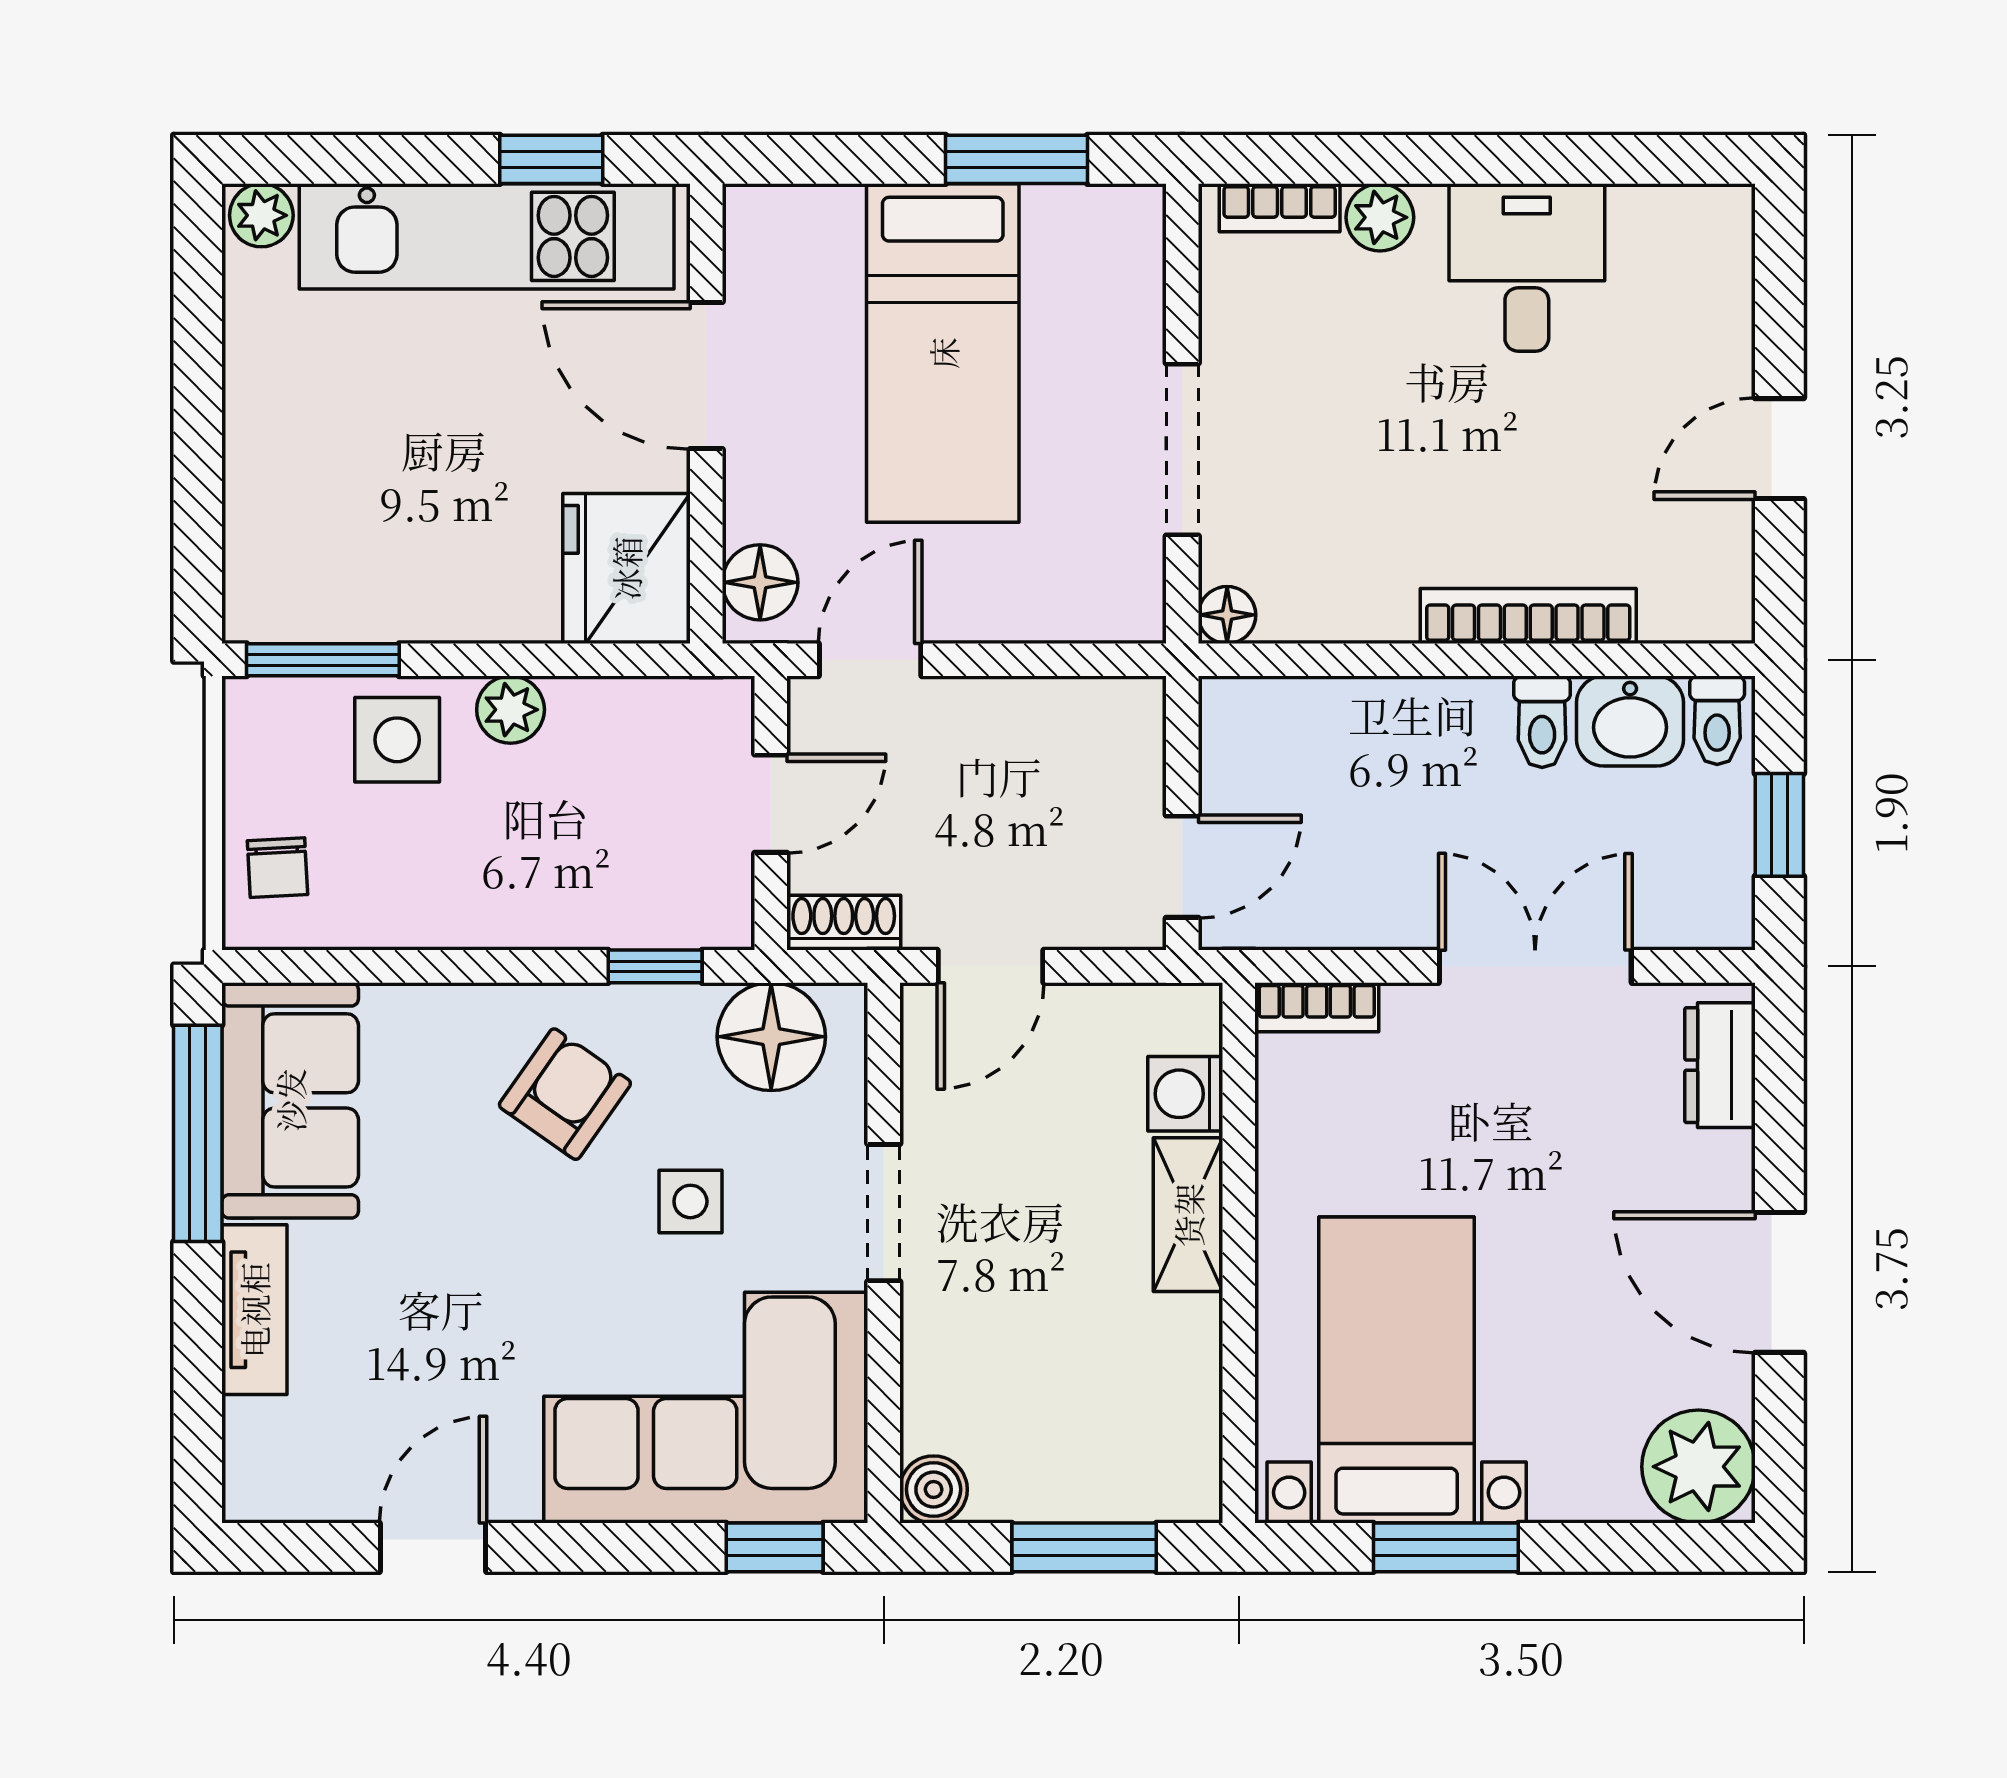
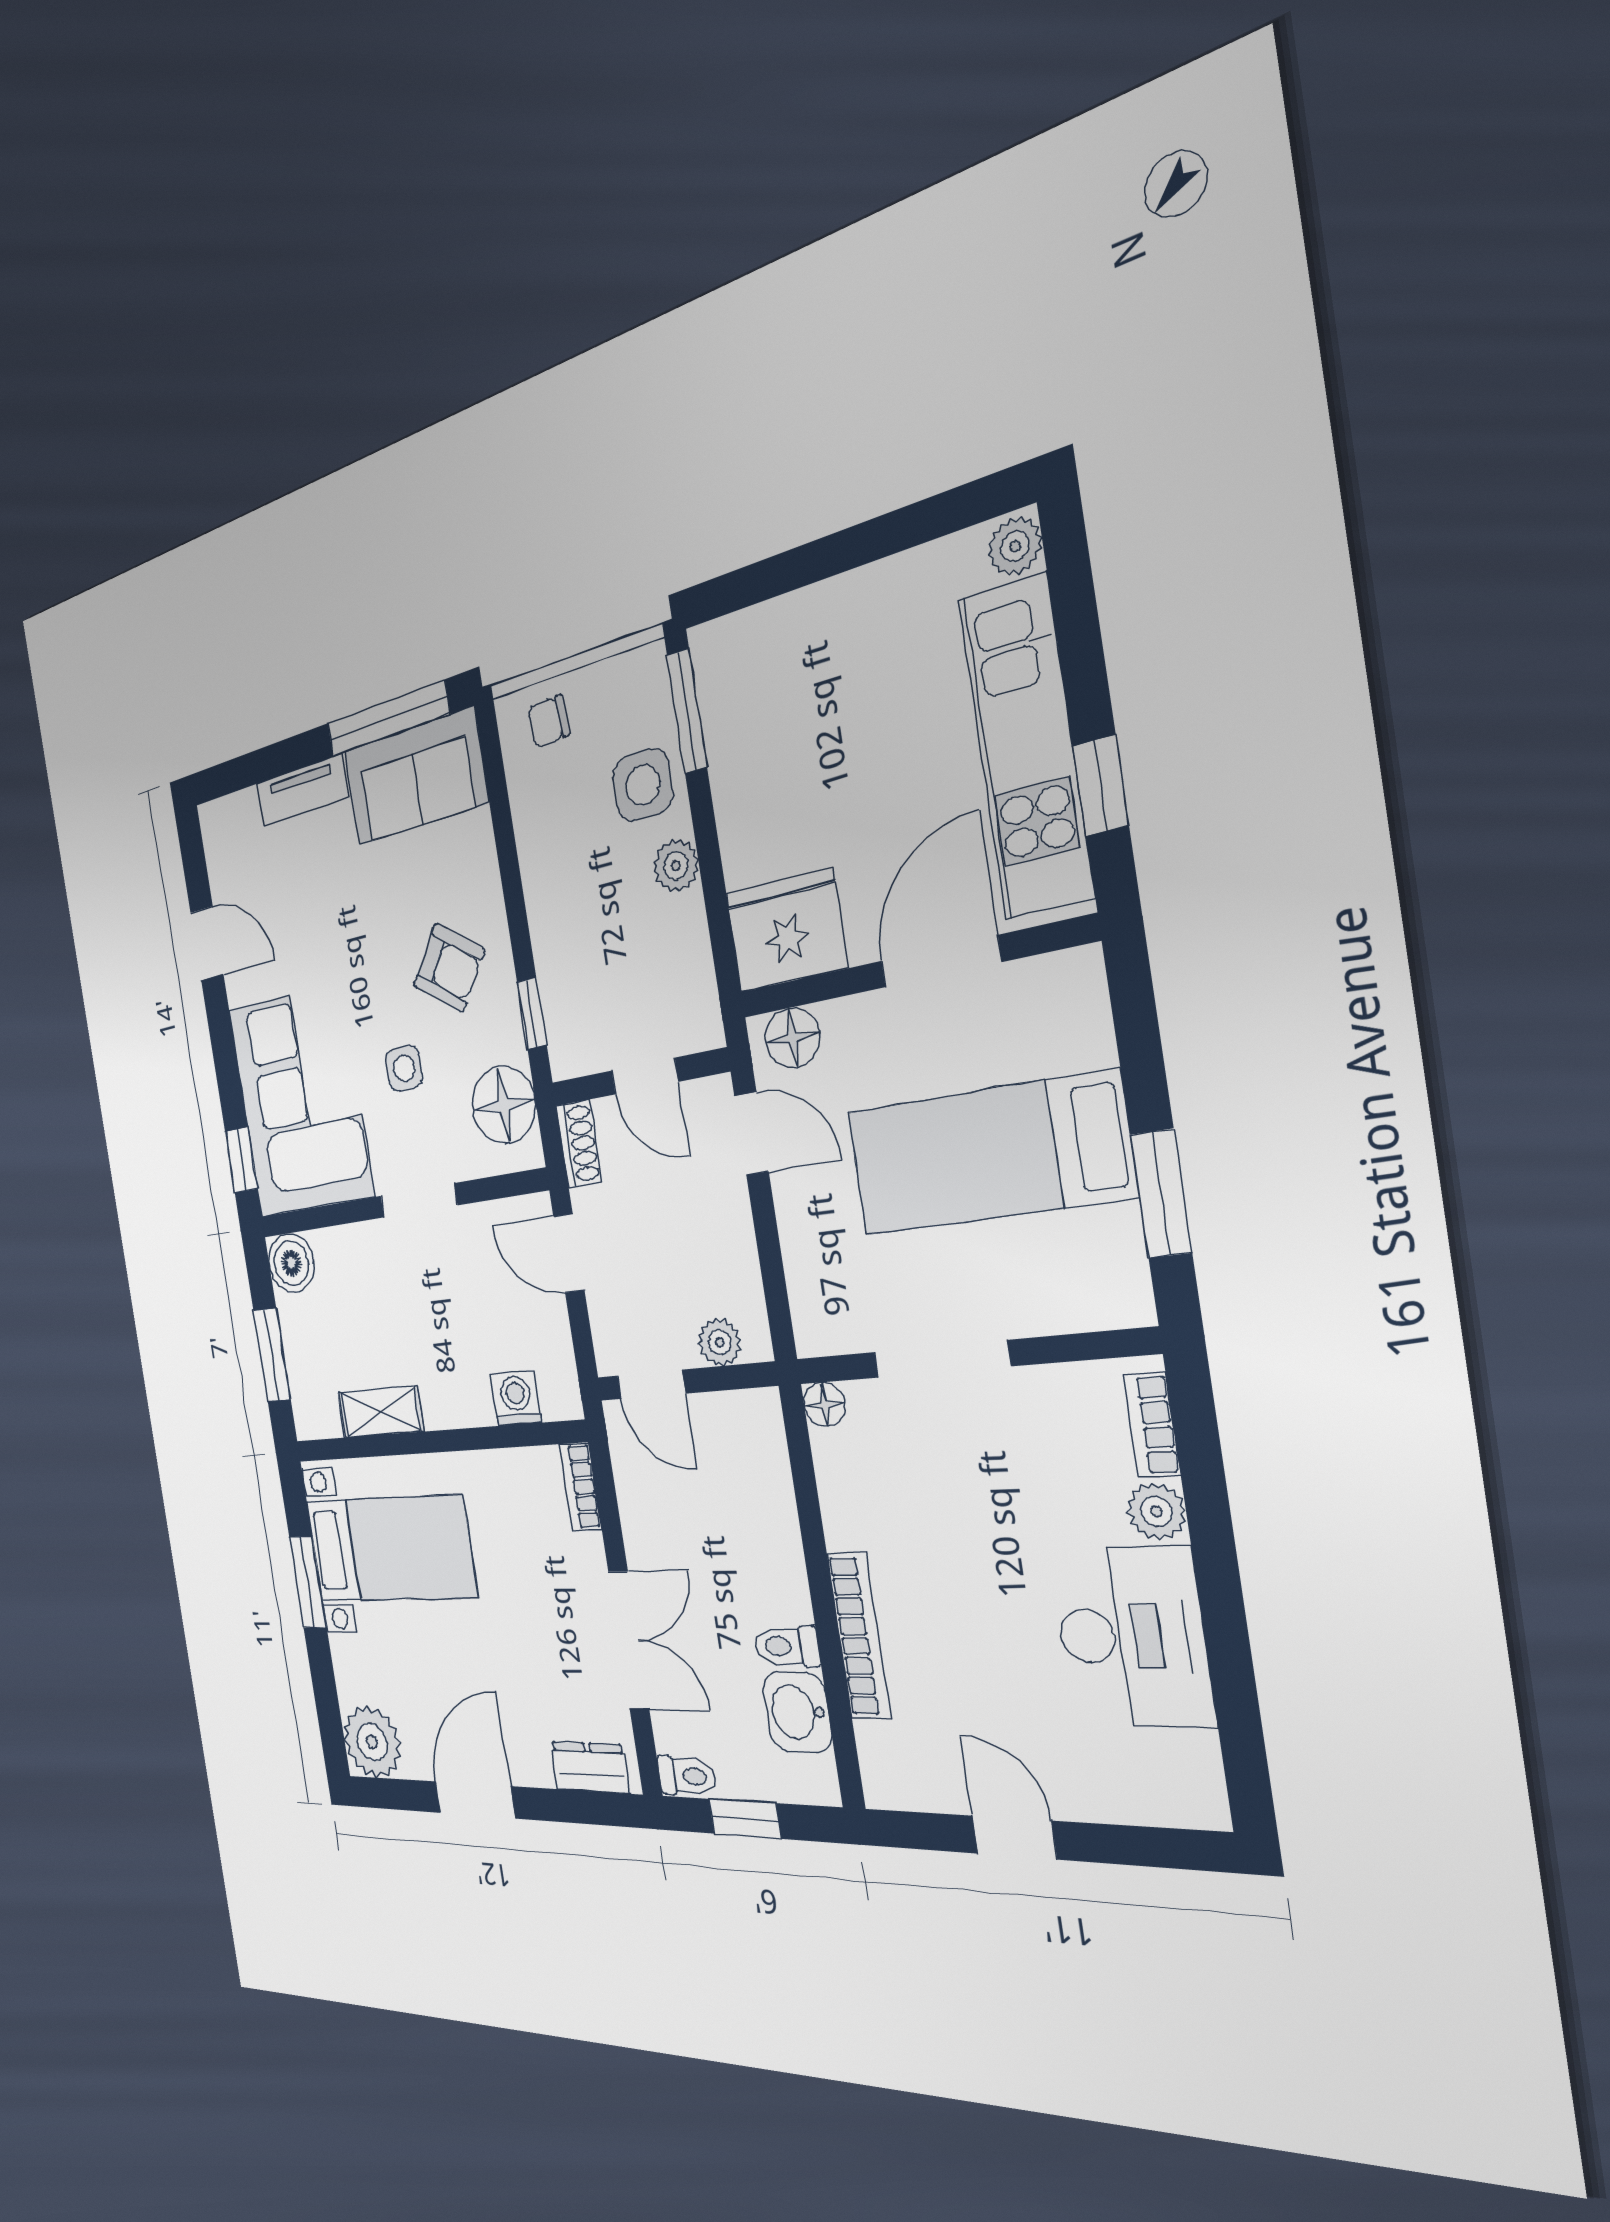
desk: (1527, 267) -> (1131, 1636), width x1.37
toilet: (1717, 720) -> (687, 1776), moved, turned 180
plant: (1134, 752) -> (720, 1342), added
shelving: (1188, 1215) -> (380, 1412), moved
boiler: (934, 1489) -> (291, 1263), width x1.36, depth x1.36

